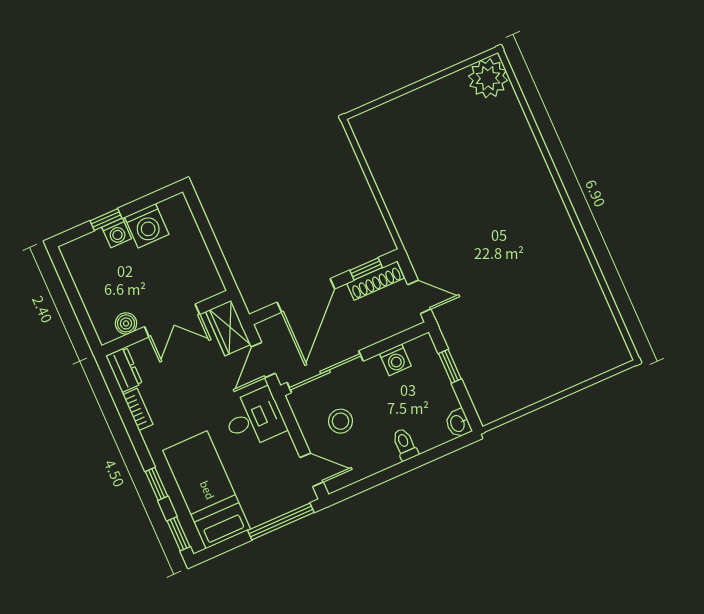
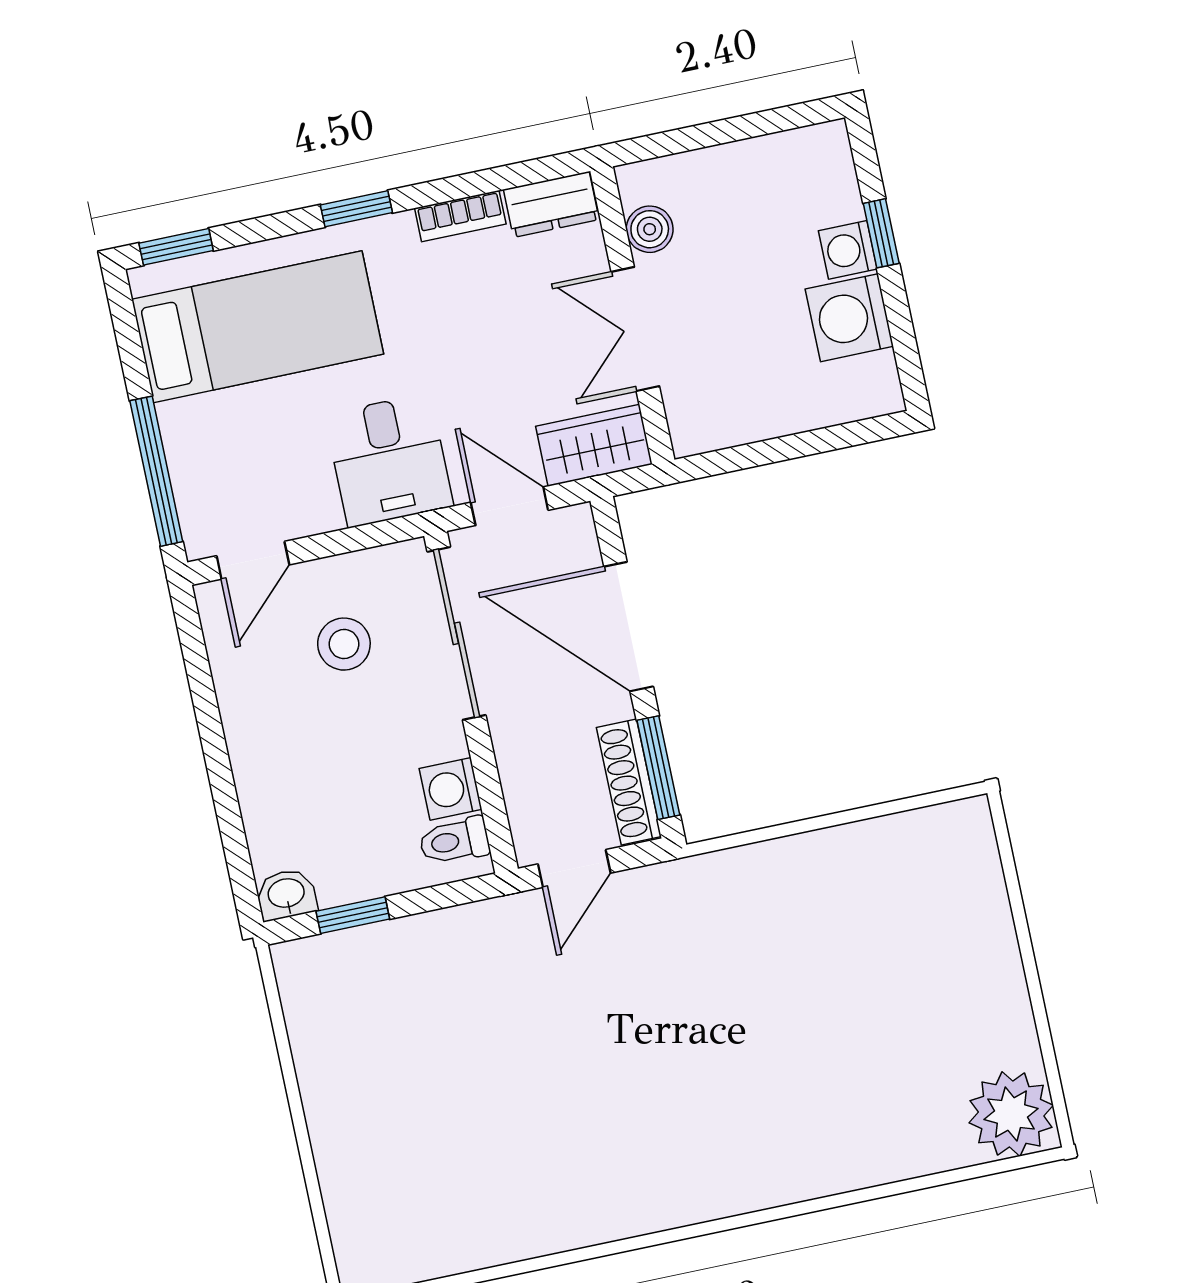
window: (366, 269) -> (658, 768), width x1.50
window: (450, 366) -> (353, 915), moved
toilet: (405, 444) -> (454, 841), moved, turned 180
window: (157, 484) -> (356, 209), moved

